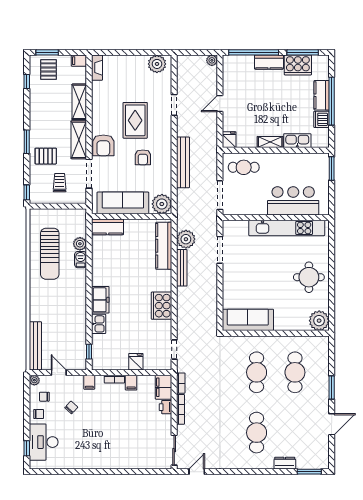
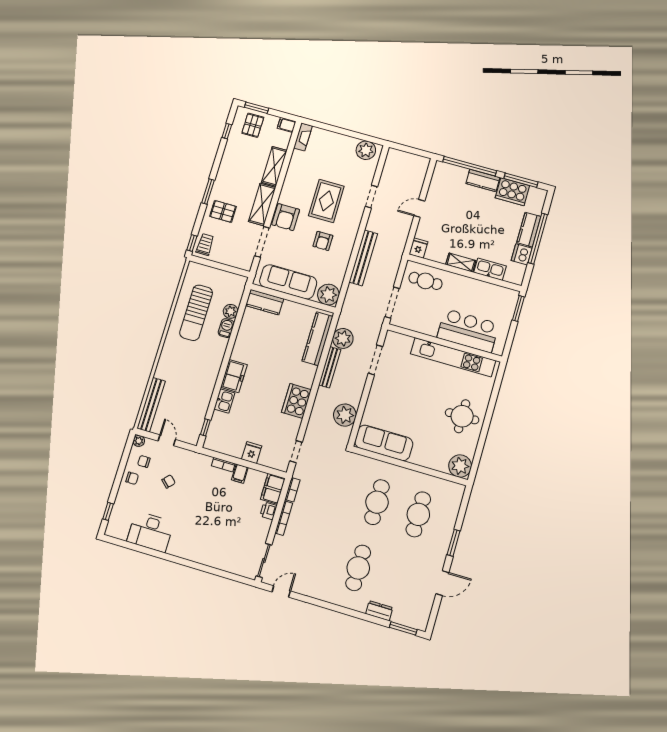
plant: (212, 60) -> (345, 415), moved, width x1.87, depth x1.87
trolley: (60, 183) -> (205, 244), moved
filing cabinet: (89, 382) -> (196, 460), removed
desk: (44, 442) -> (150, 532), moved, turned -90

